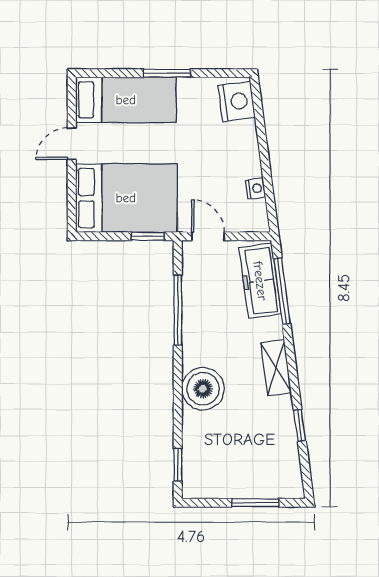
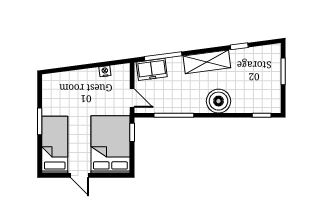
nightstand: (237, 101) -> (56, 82), removed
door: (208, 236) -> (132, 98), swing flipped
freezer: (260, 281) -> (152, 69), width x0.71
shelving: (276, 368) -> (207, 62), width x1.50, depth x1.33

